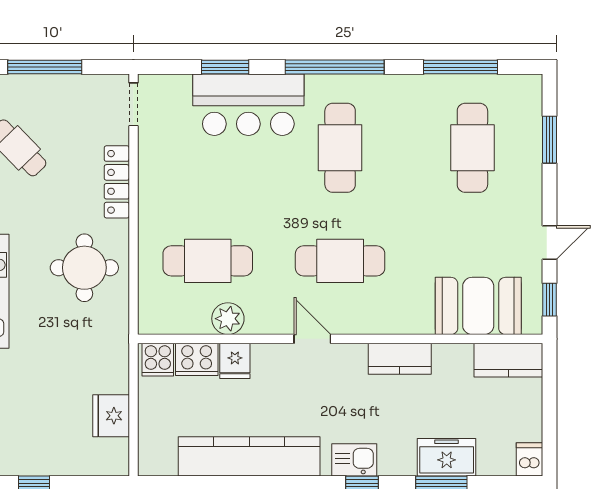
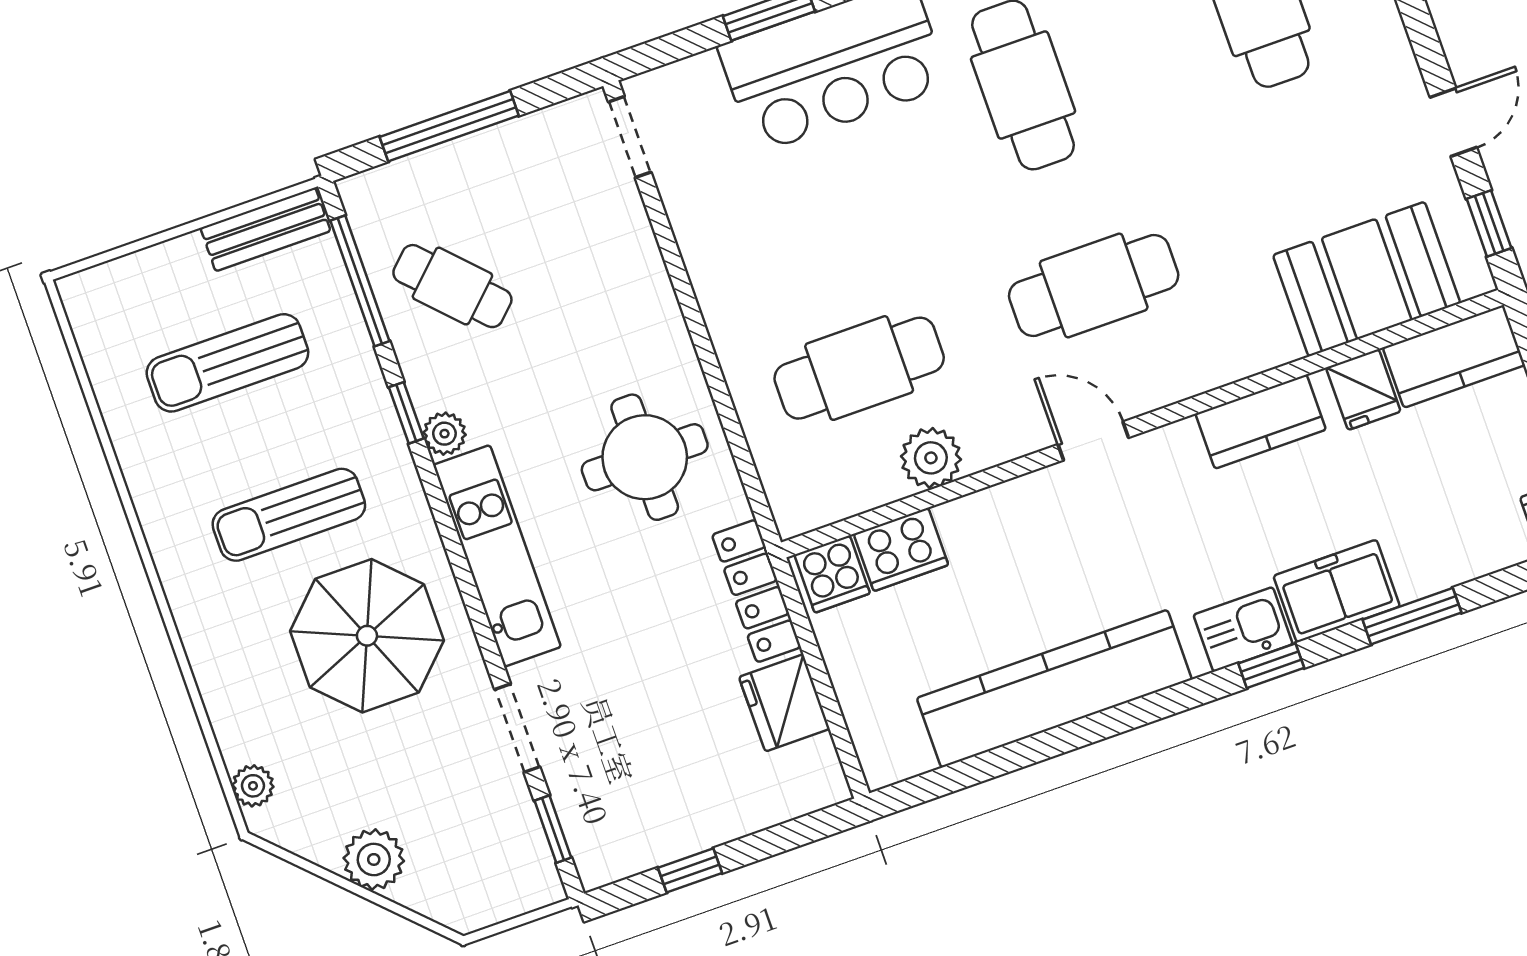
locker: (117, 182) -> (756, 591), moved
fridge: (235, 361) -> (1363, 390), moved
freezer: (447, 457) -> (1337, 591), moved

